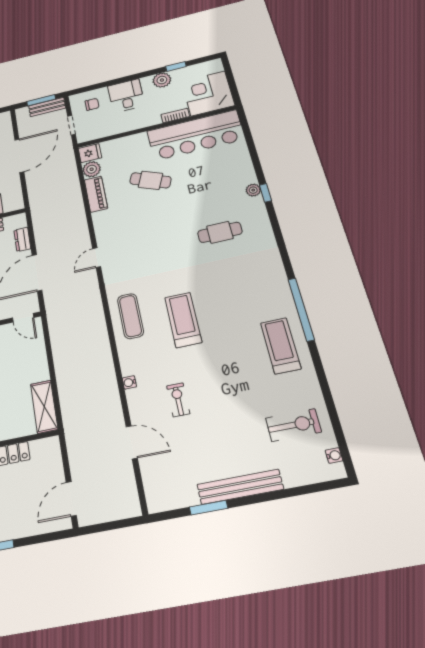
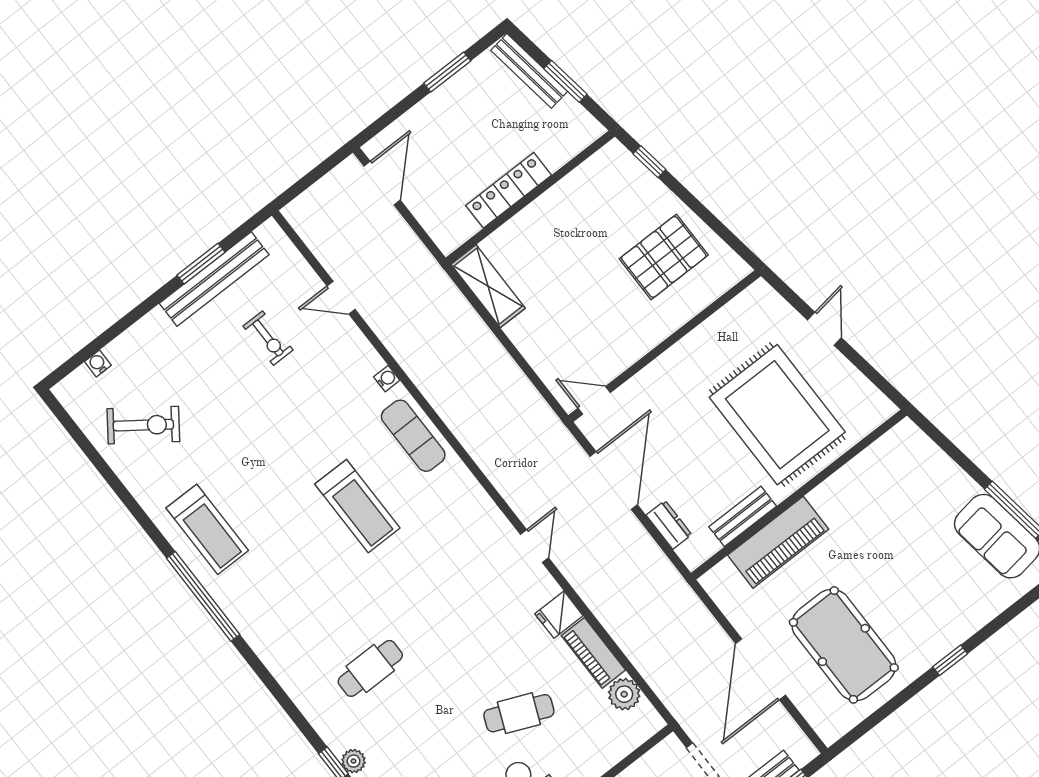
fridge: (90, 153) -> (559, 615), moved
exercise mat: (130, 316) -> (413, 436), moved
exercise bike: (178, 400) -> (268, 338), moved
exercise bike: (293, 425) -> (143, 425), turned -144
door: (132, 442) -> (341, 298), width x0.73
water cooler: (334, 456) -> (98, 363), moved, turned 90
bench: (240, 487) -> (214, 279), moved

